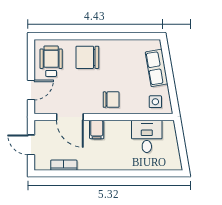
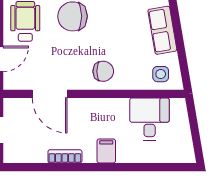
filing cabinet: (97, 129) -> (106, 151), moved, turned 180
bookcase: (64, 165) -> (65, 156), moved

